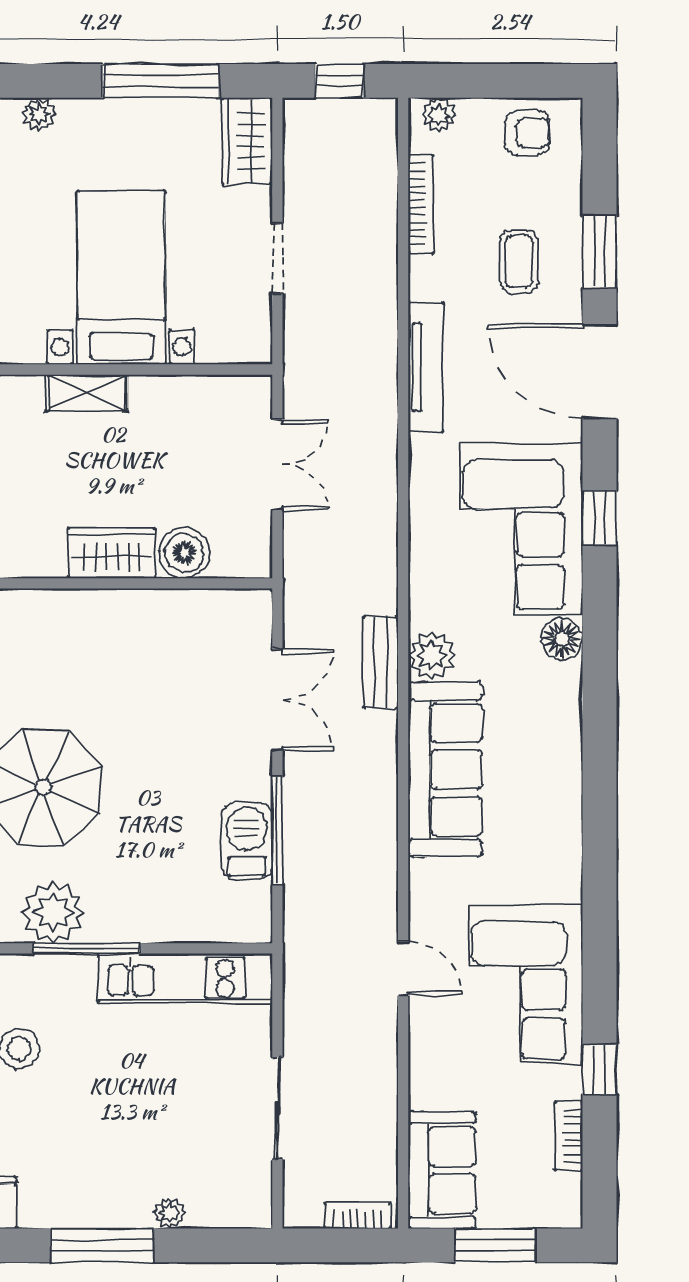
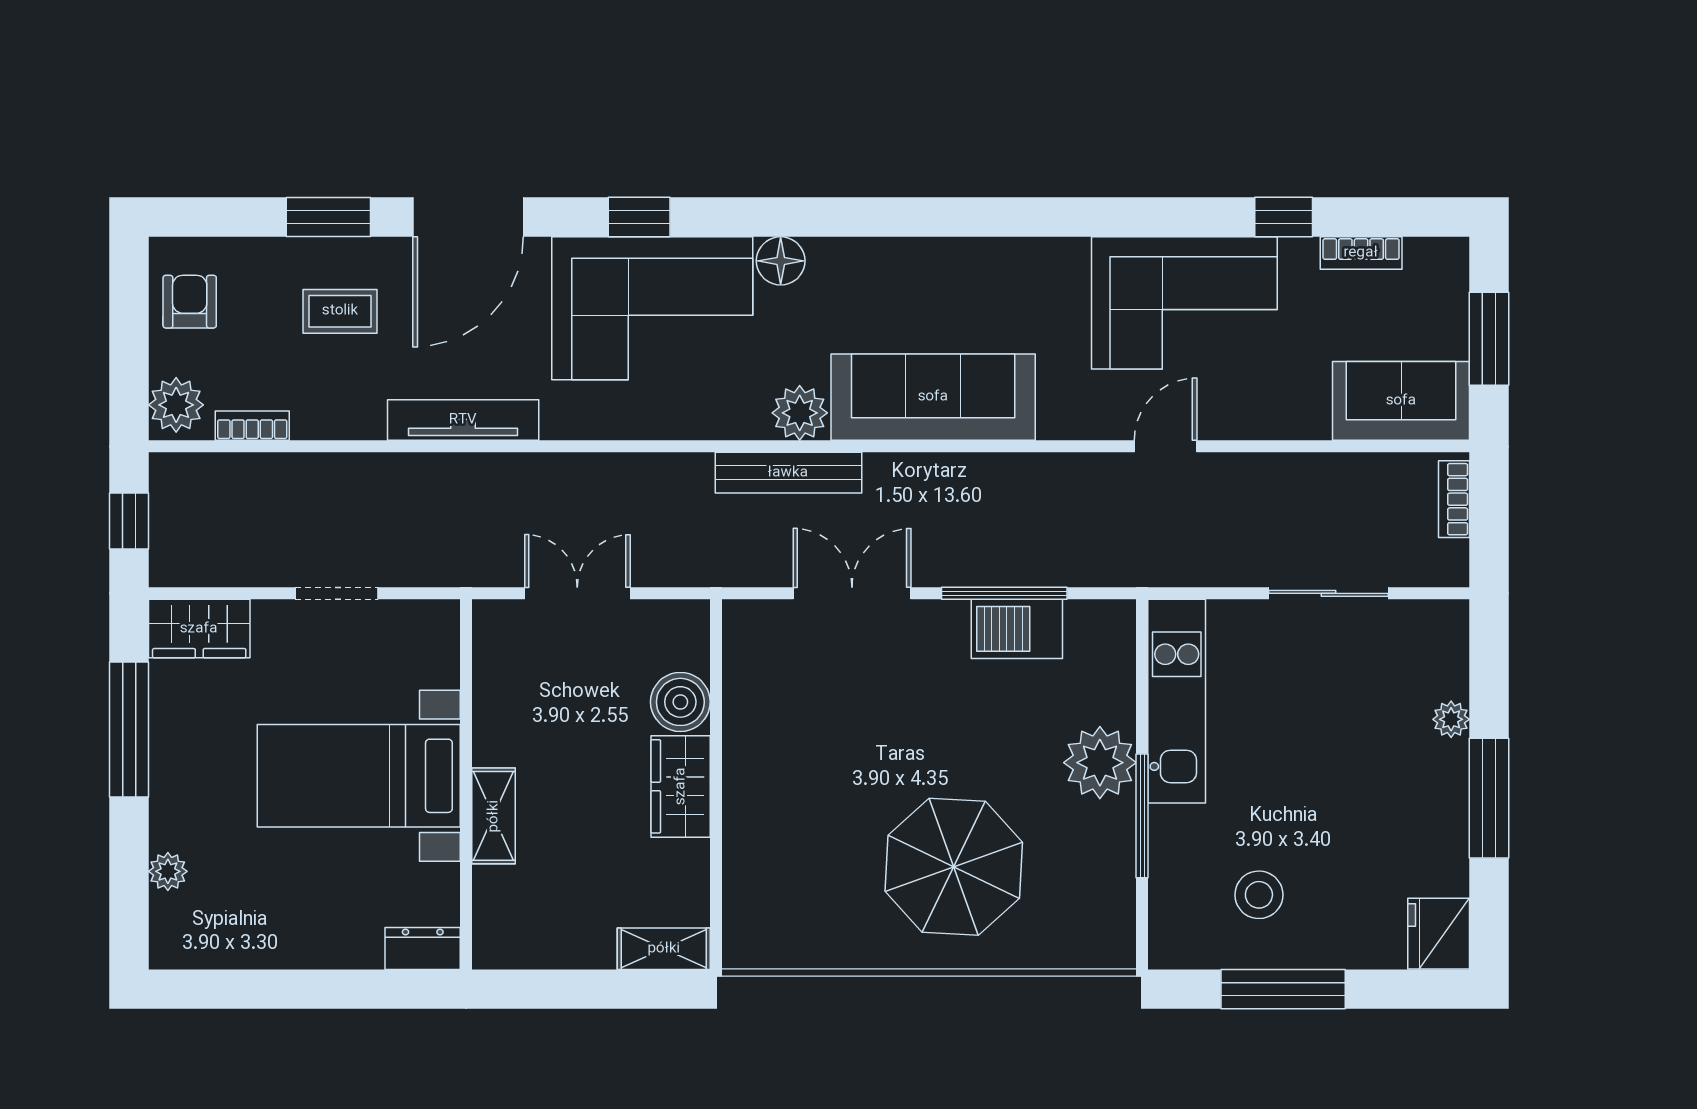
plant: (439, 115) -> (176, 405), width x1.38, depth x1.38
bookcase: (421, 204) -> (252, 426), width x0.64
bench: (381, 662) -> (788, 473), width x1.36
plant: (53, 912) -> (1100, 763), moved

